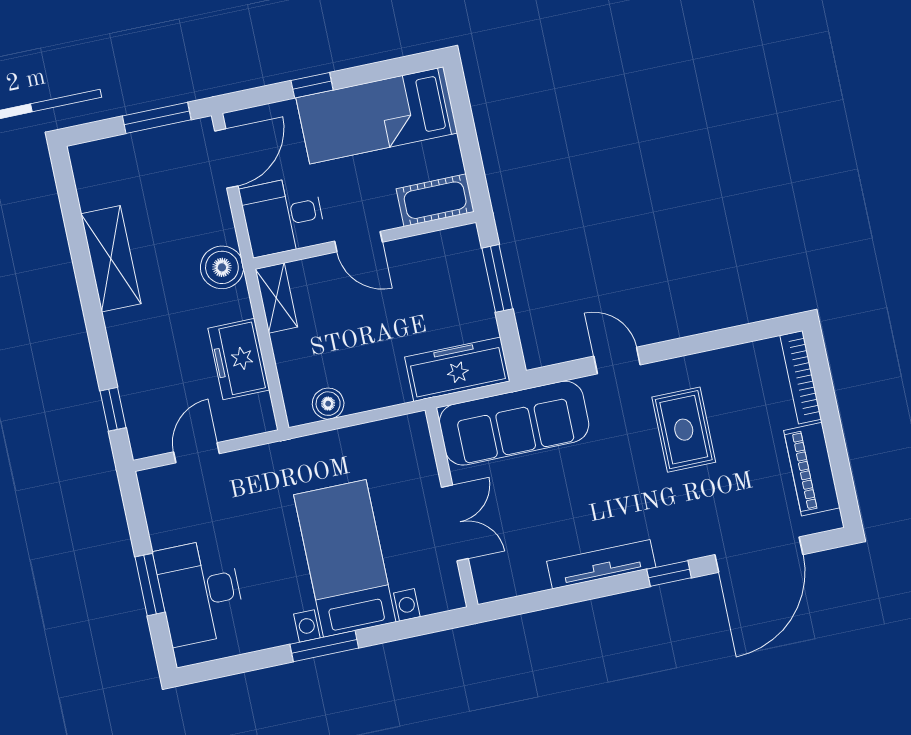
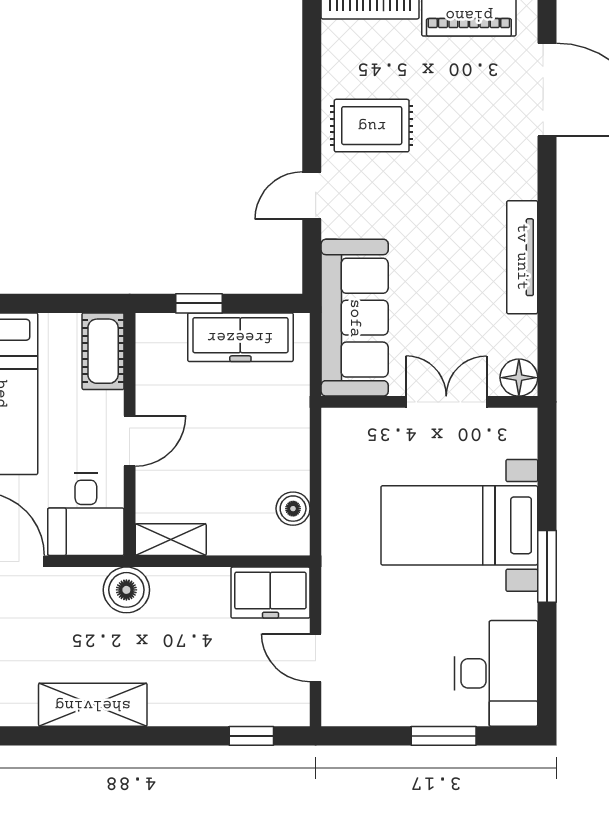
window: (497, 278) -> (199, 303), width x0.67
freezer: (239, 359) -> (270, 593), moved
freezer: (457, 369) -> (240, 337), moved, turned -90
rug: (684, 430) -> (372, 126), moved
window: (669, 574) -> (547, 188), removed
floor lamp: (491, 584) -> (519, 378), added
desk: (200, 592) -> (496, 673), moved, turned -90

